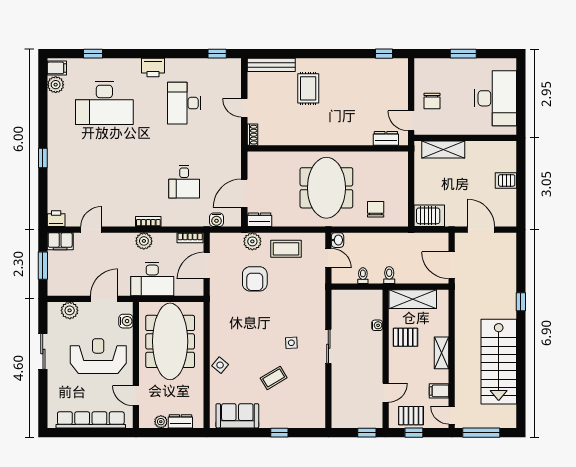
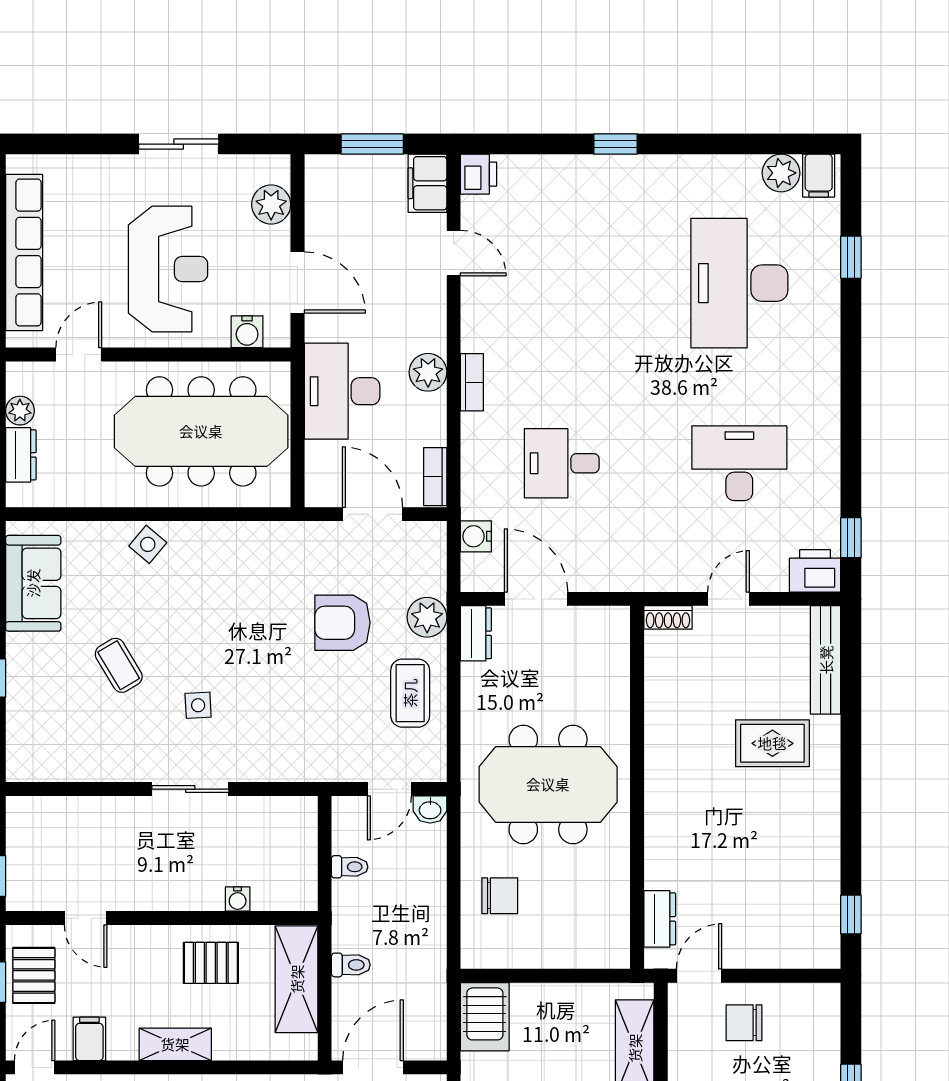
printer: (153, 68) -> (815, 571), moved, turned 90
toilet: (389, 275) -> (351, 965), moved
pallet: (405, 337) -> (211, 963), turned 90

